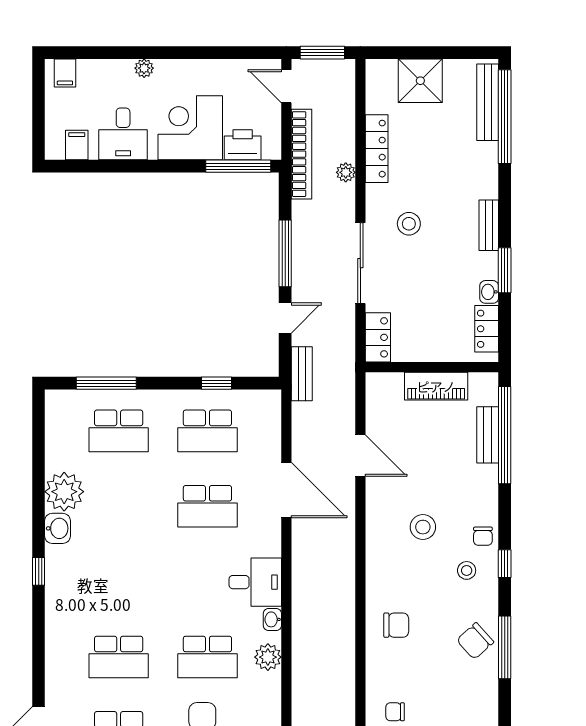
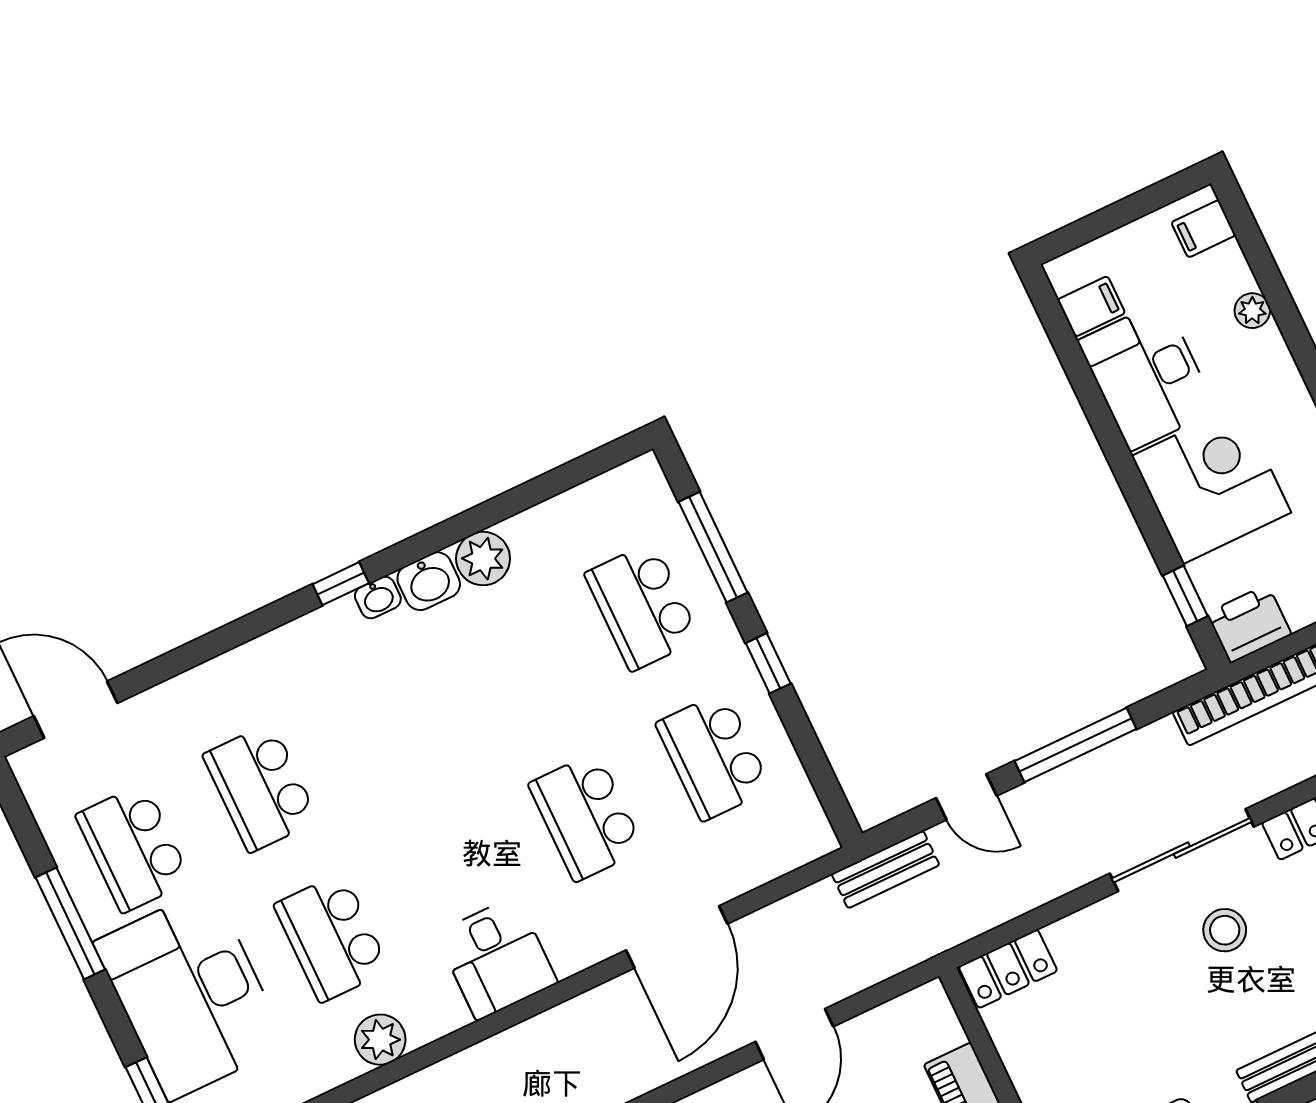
plant: (144, 68) -> (1252, 311), moved
desk: (123, 134) -> (1147, 376), width x1.37
printer: (243, 145) -> (1249, 624), moved, turned -90
window: (238, 166) -> (1185, 596), width x0.46
plant: (346, 172) -> (1261, 782), removed
sliding door: (360, 263) -> (1182, 850), moved
window: (217, 383) -> (768, 663), moved
plant: (64, 492) -> (483, 559), width x0.73, depth x0.73
washbasin: (272, 619) -> (378, 598), moved, turned 180

